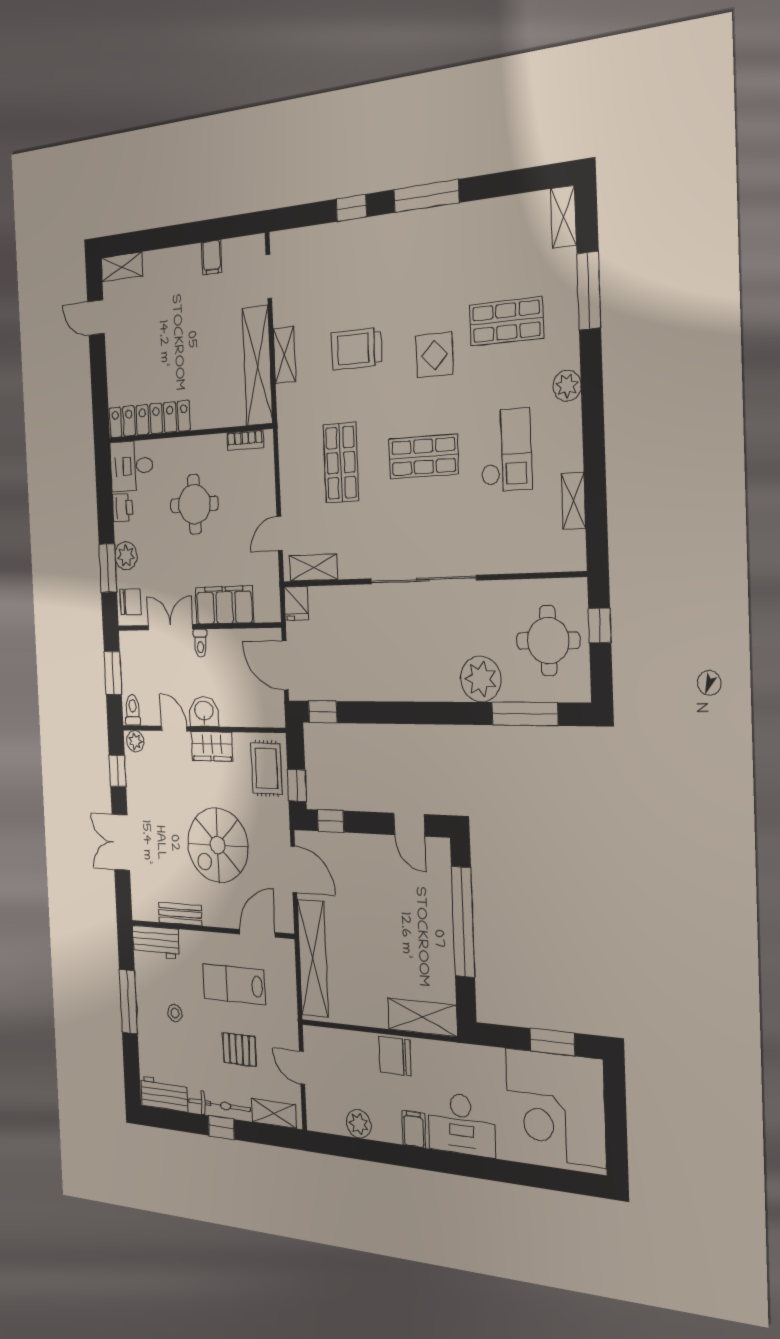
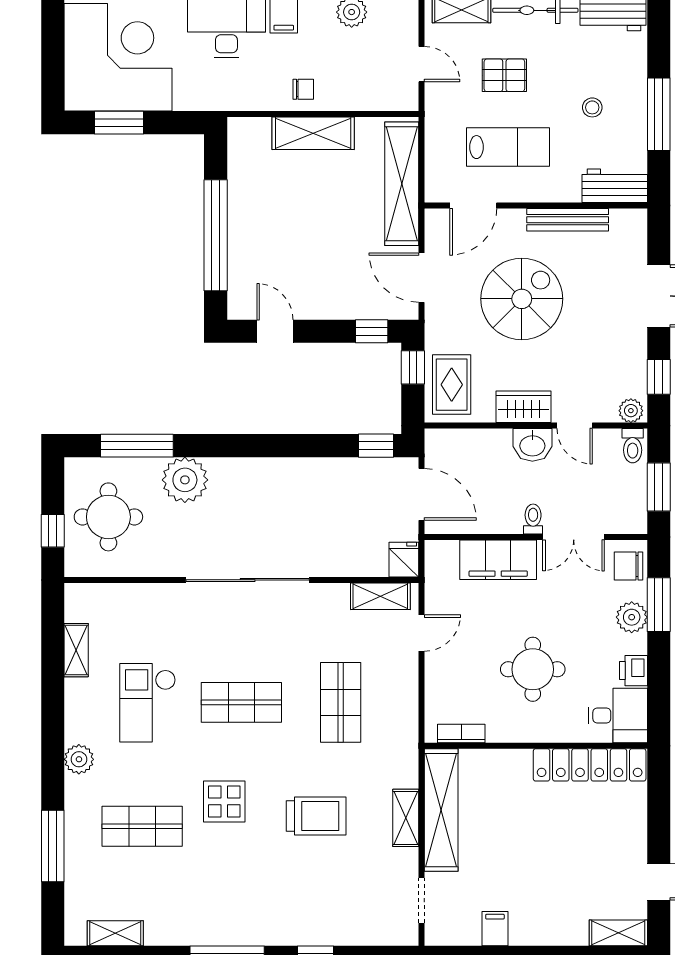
shelving: (563, 217) -> (115, 933), moved, turned 90
bench: (180, 914) -> (568, 220), width x1.36
shelving: (422, 1017) -> (313, 133), moved
chair: (395, 1056) -> (303, 89), width x0.54, depth x0.54

